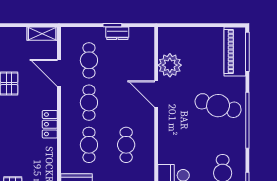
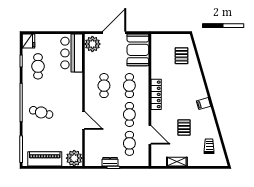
shelving: (42, 34) -> (177, 162), moved
piano: (235, 51) -> (45, 159), moved, turned -90
plant: (170, 65) -> (74, 158), moved
cafe table: (218, 106) -> (41, 112), width x0.73, depth x0.74
locker: (50, 124) -> (156, 94), width x1.53

